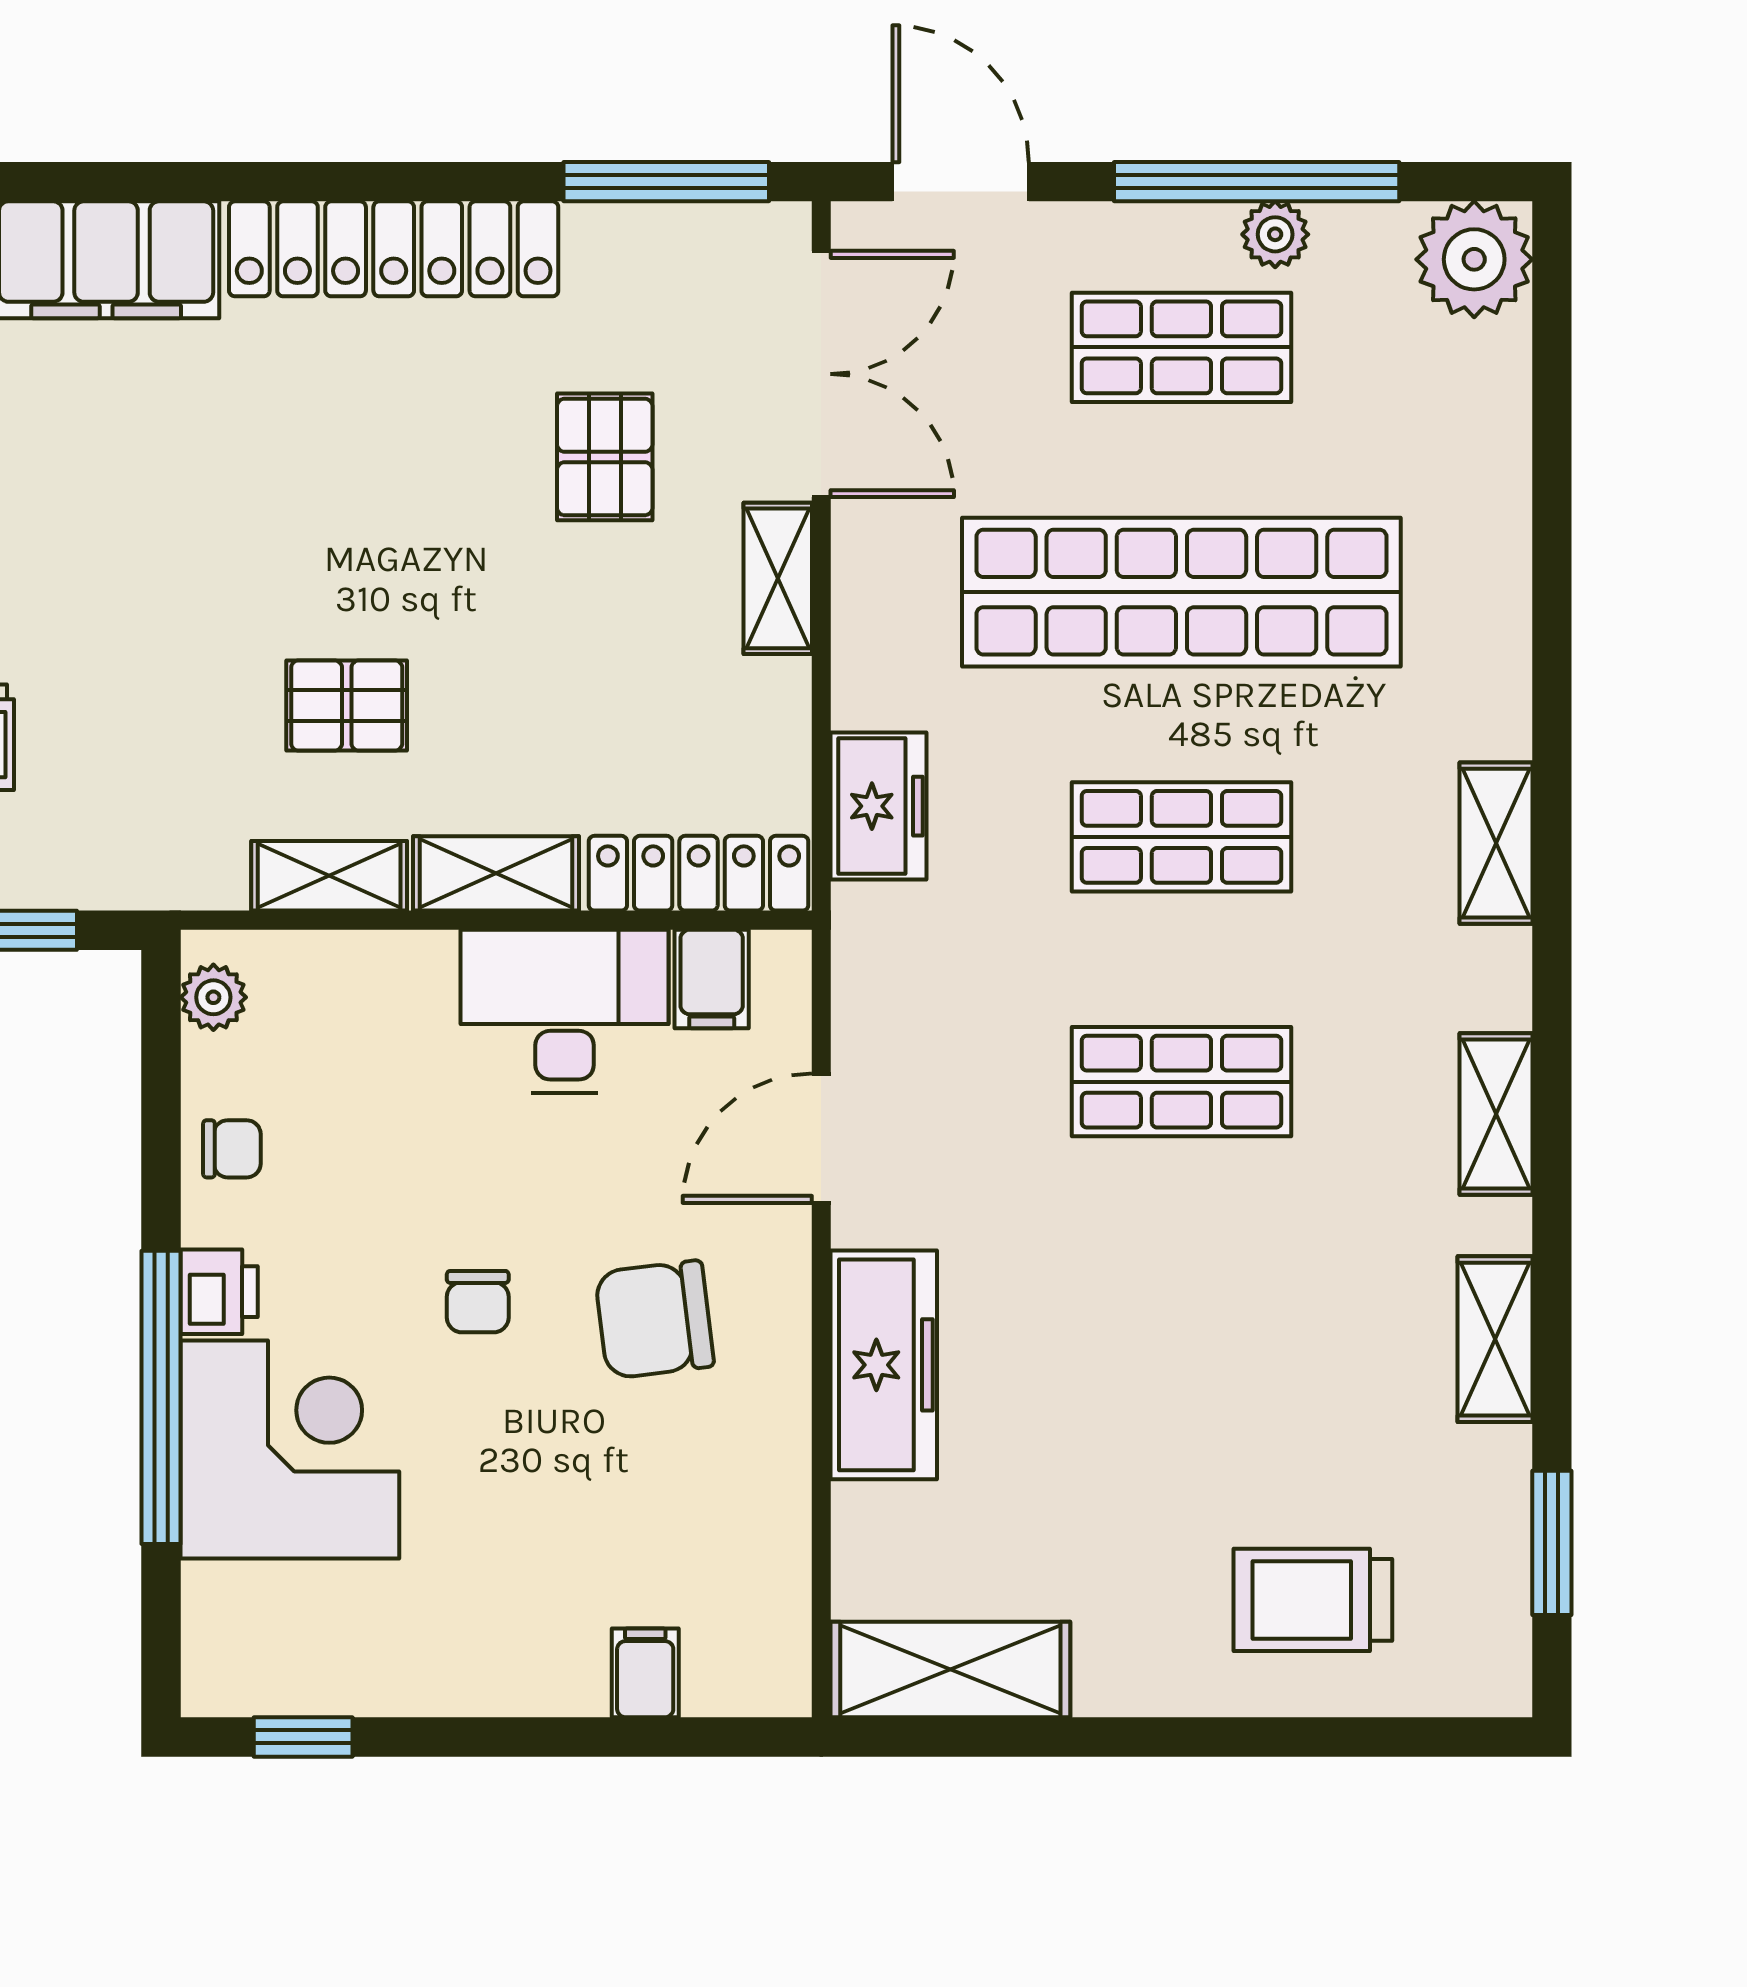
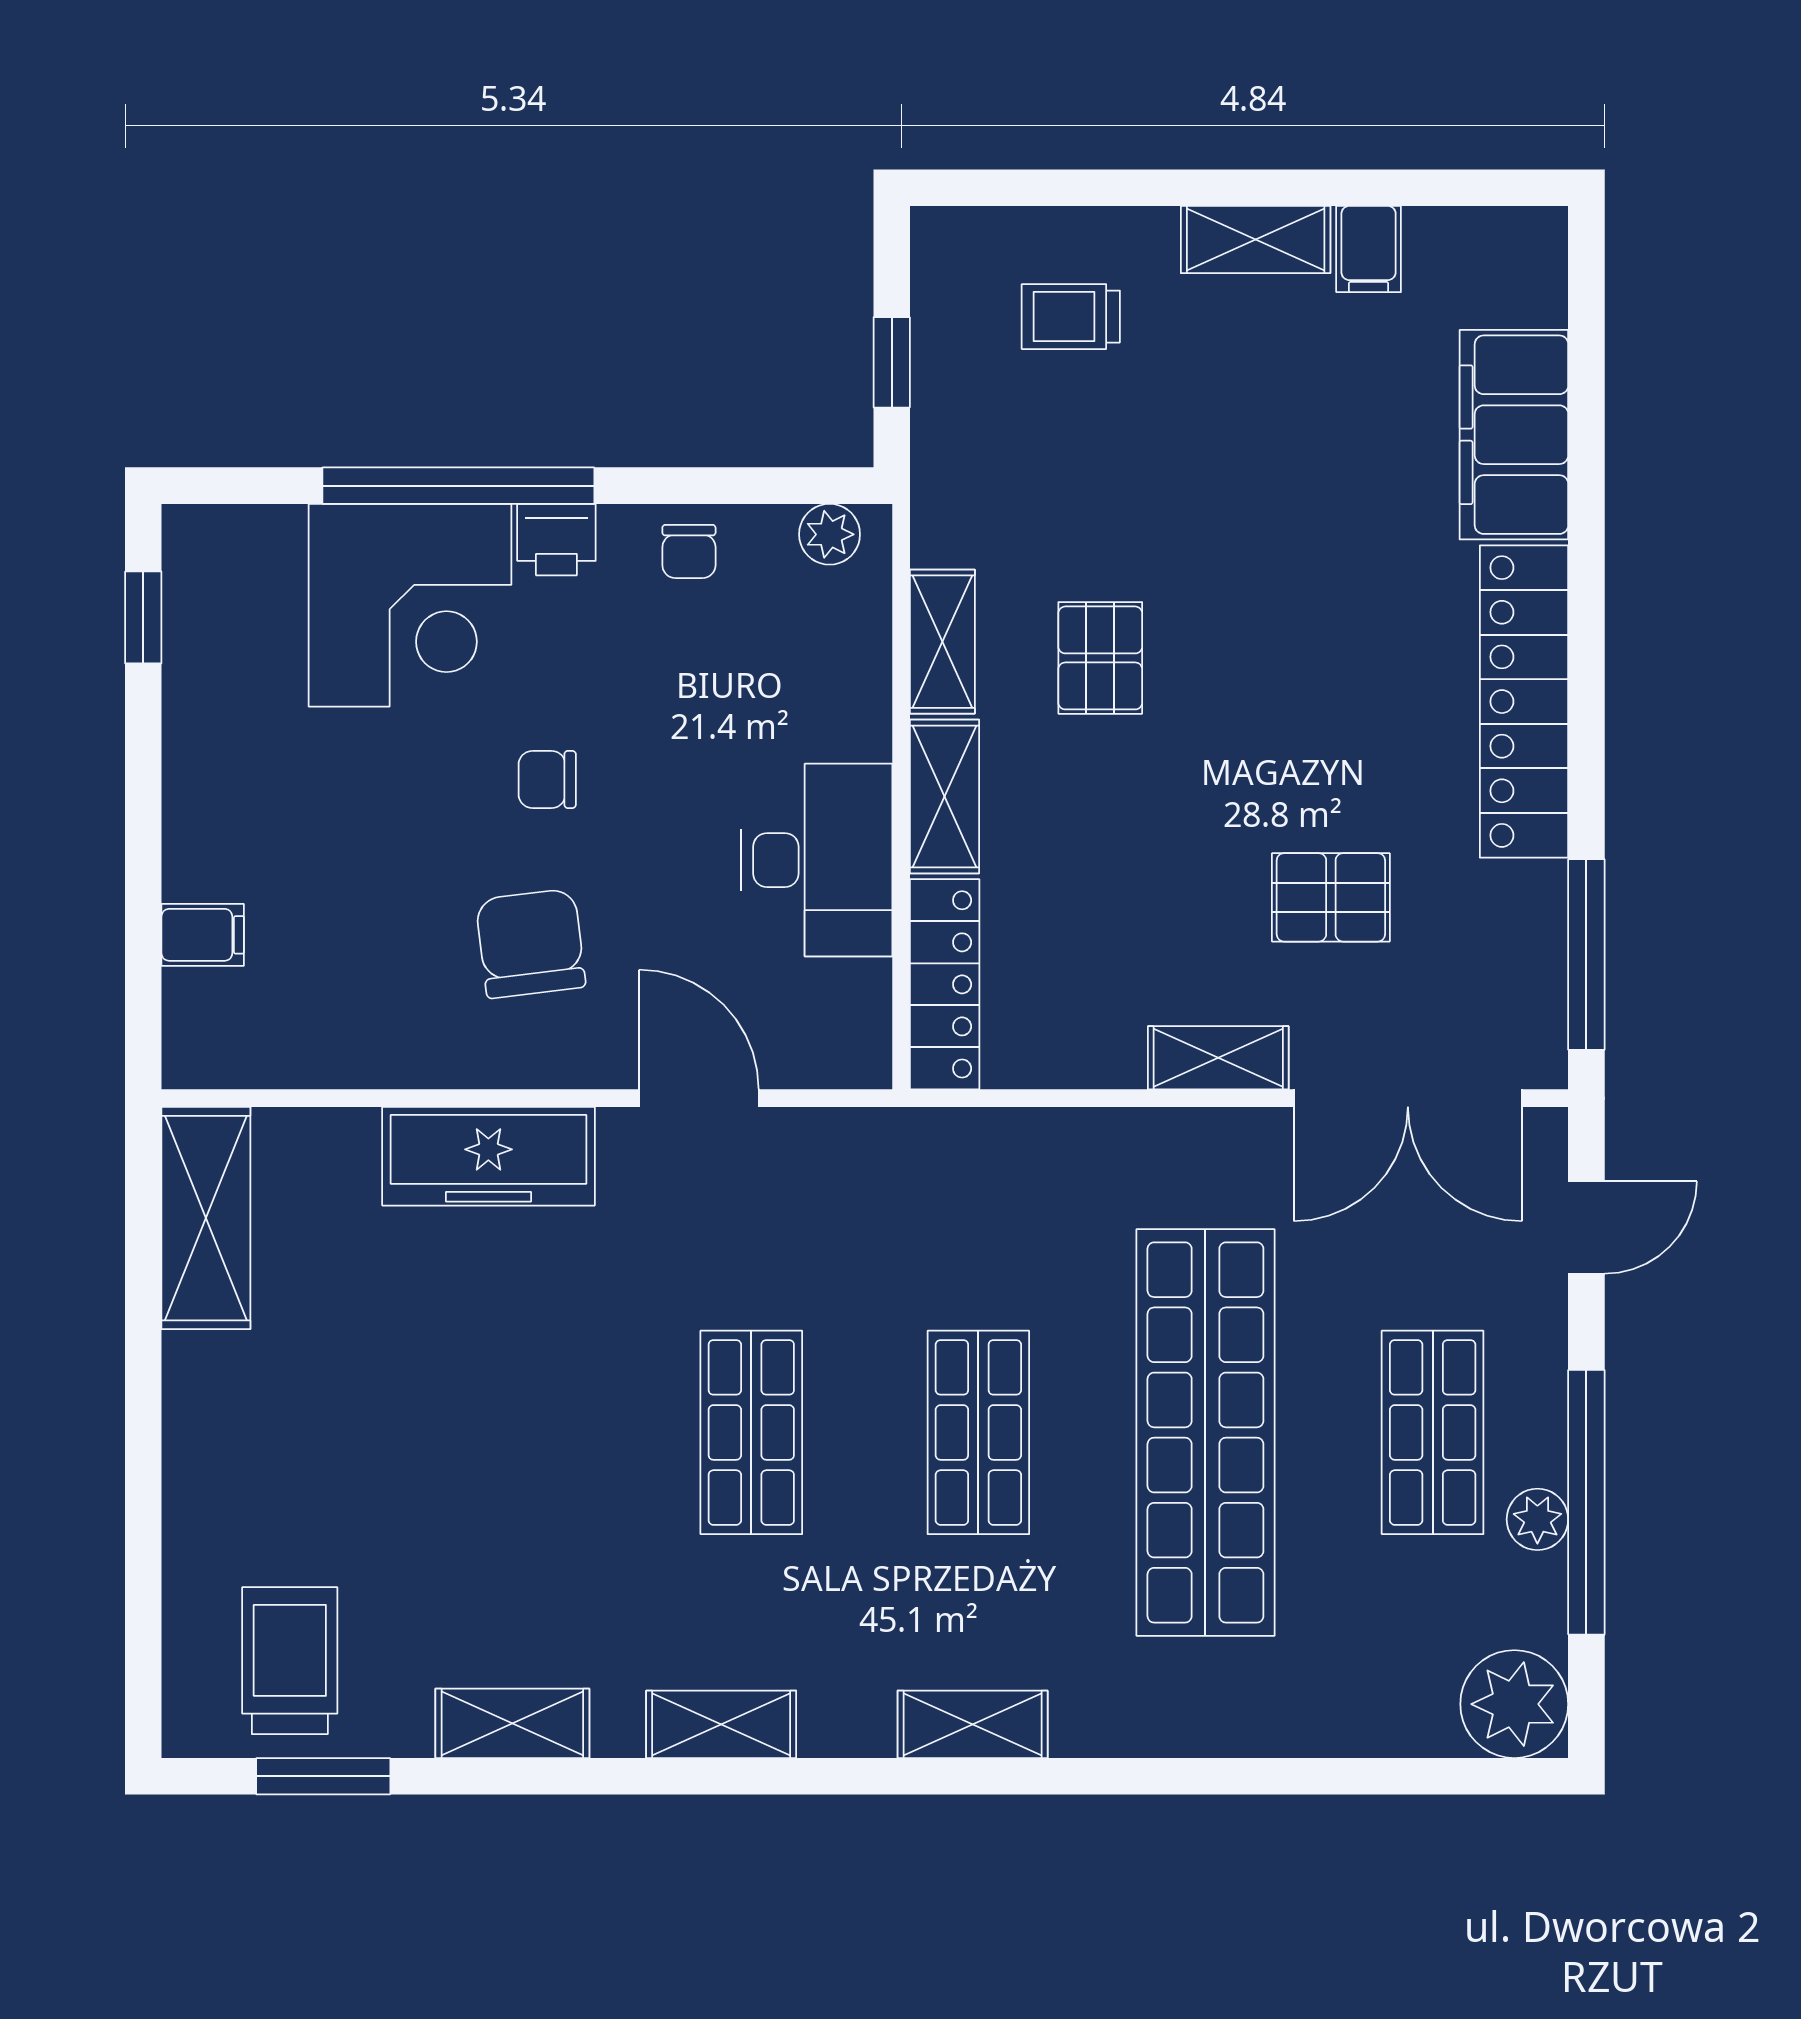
door: (961, 182) -> (1586, 1228), width x0.73
freezer: (879, 806) -> (1007, 1151), removed
filing cabinet: (712, 979) -> (847, 997), removed
trolley: (1313, 1600) -> (290, 1661), moved

